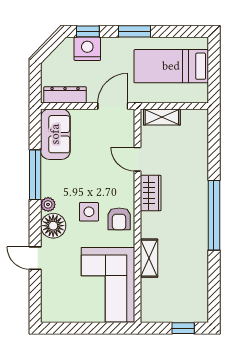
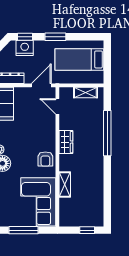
shelving: (162, 117) -> (85, 93), moved
door: (137, 159) -> (57, 106), moved
side table: (89, 212) -> (26, 154), removed
window: (214, 215) -> (107, 133), moved
window: (86, 328) -> (24, 230), added

